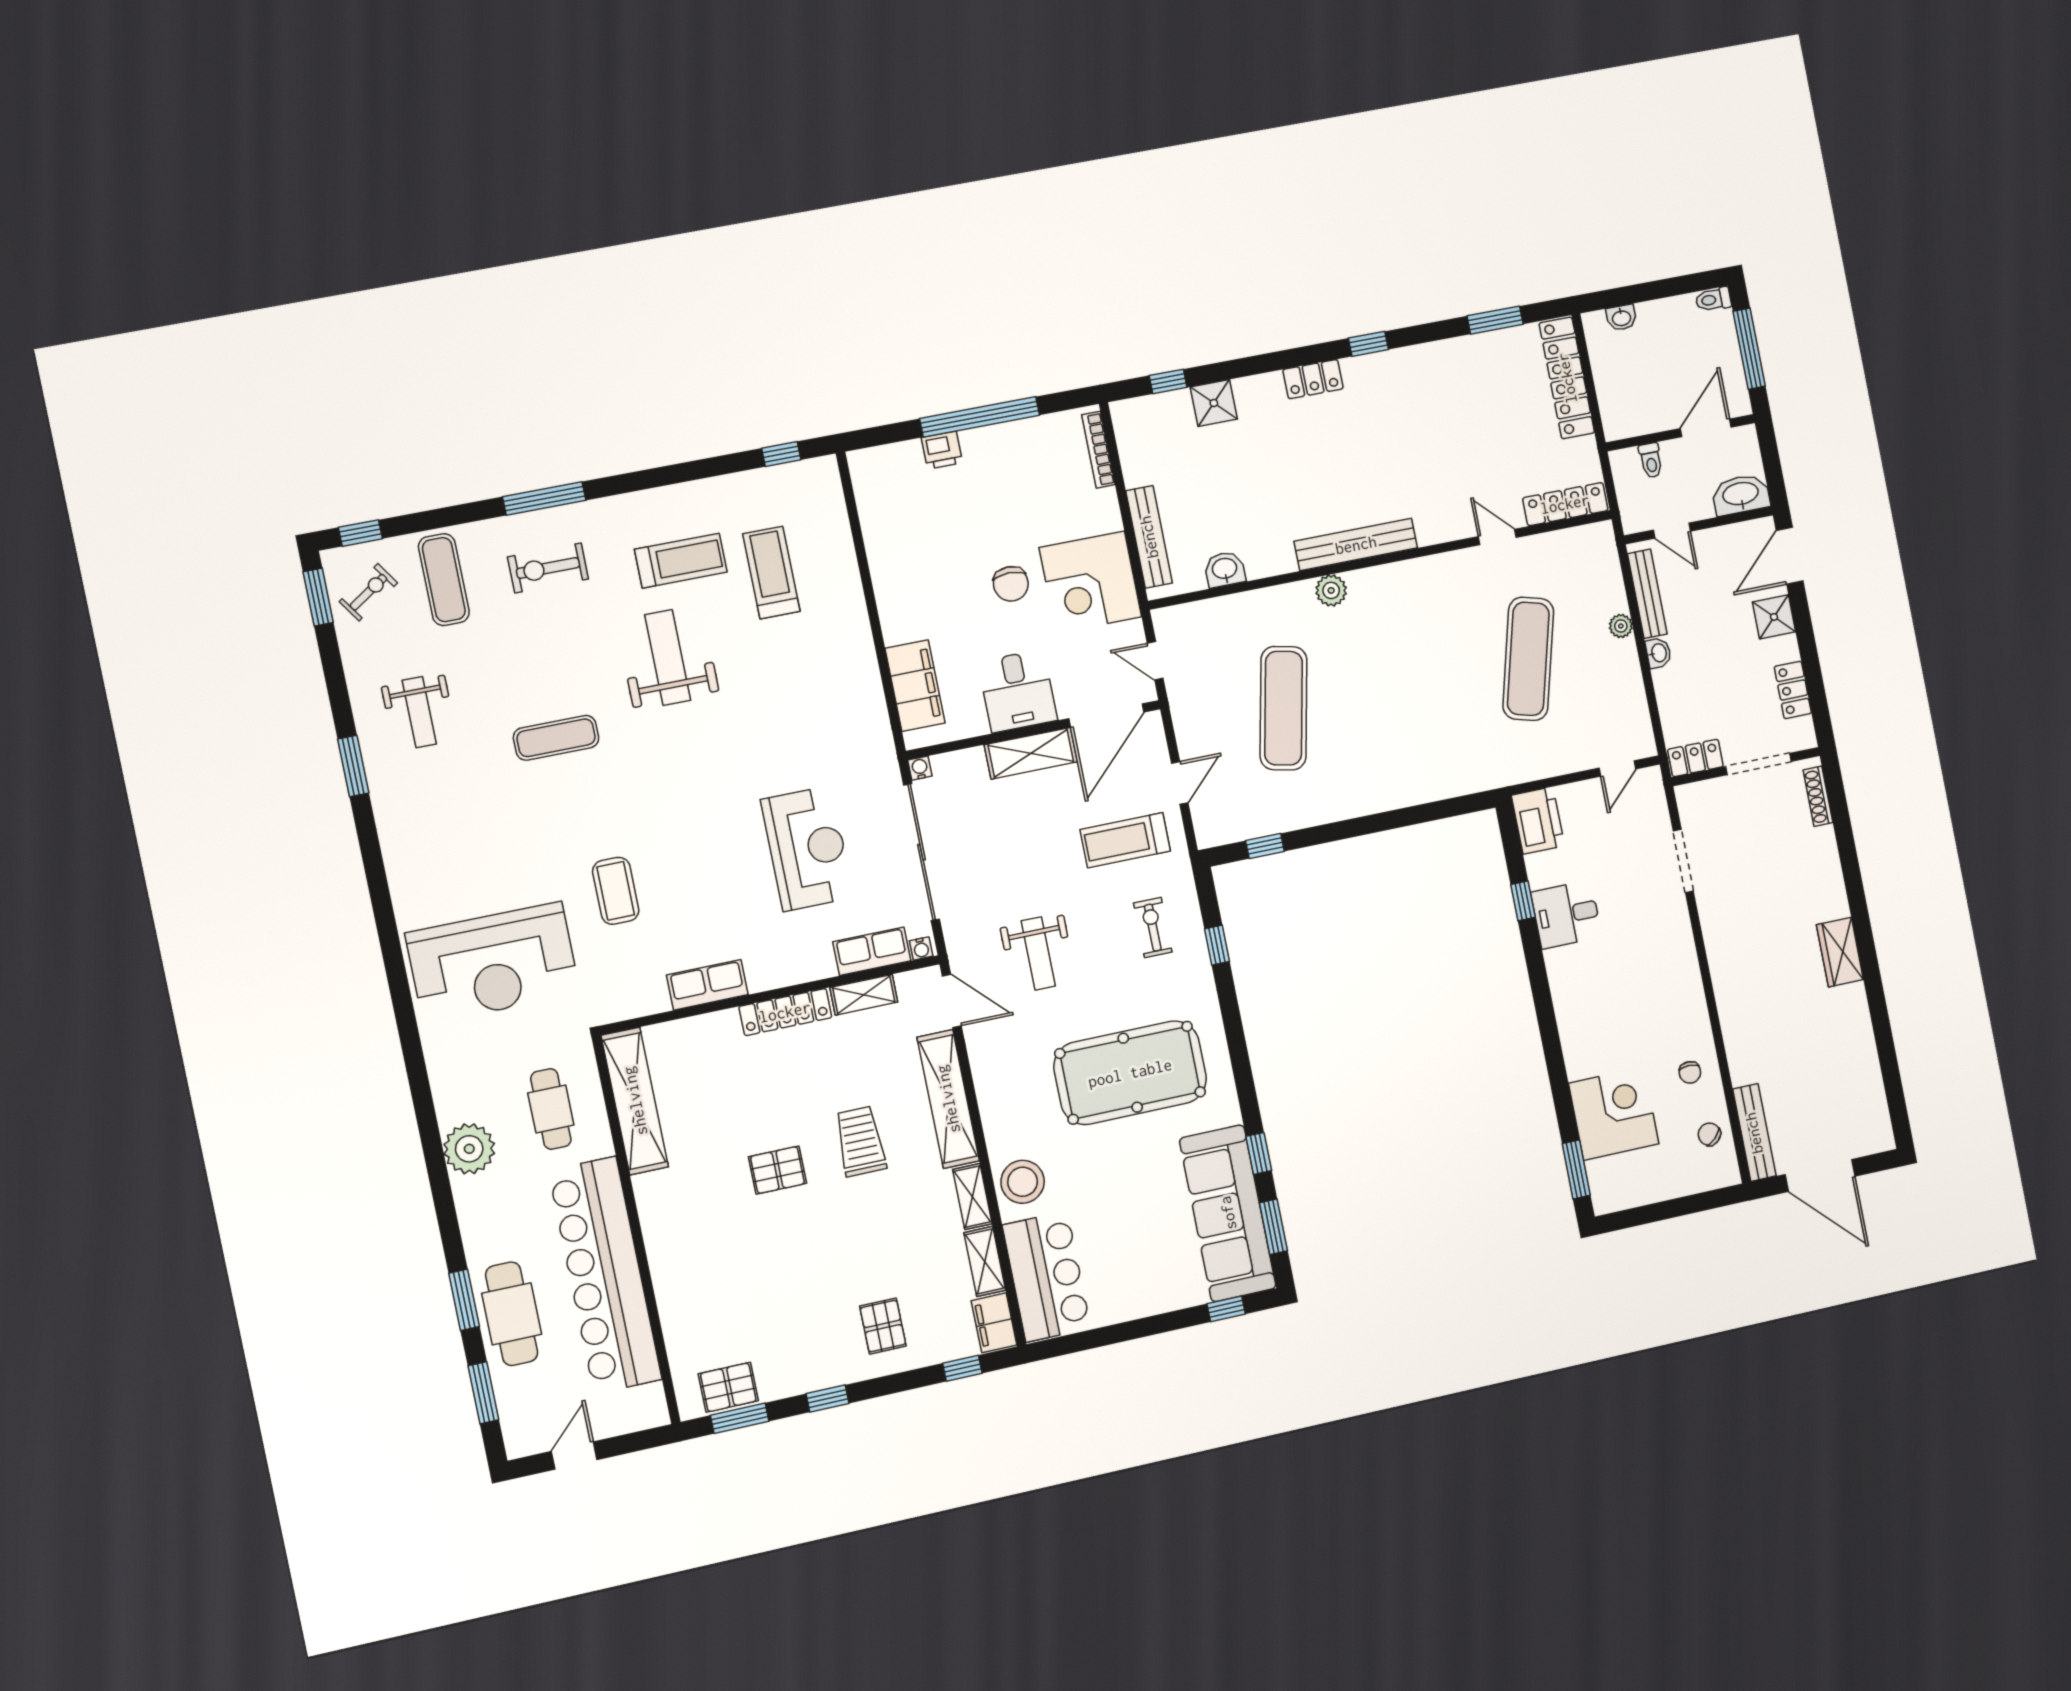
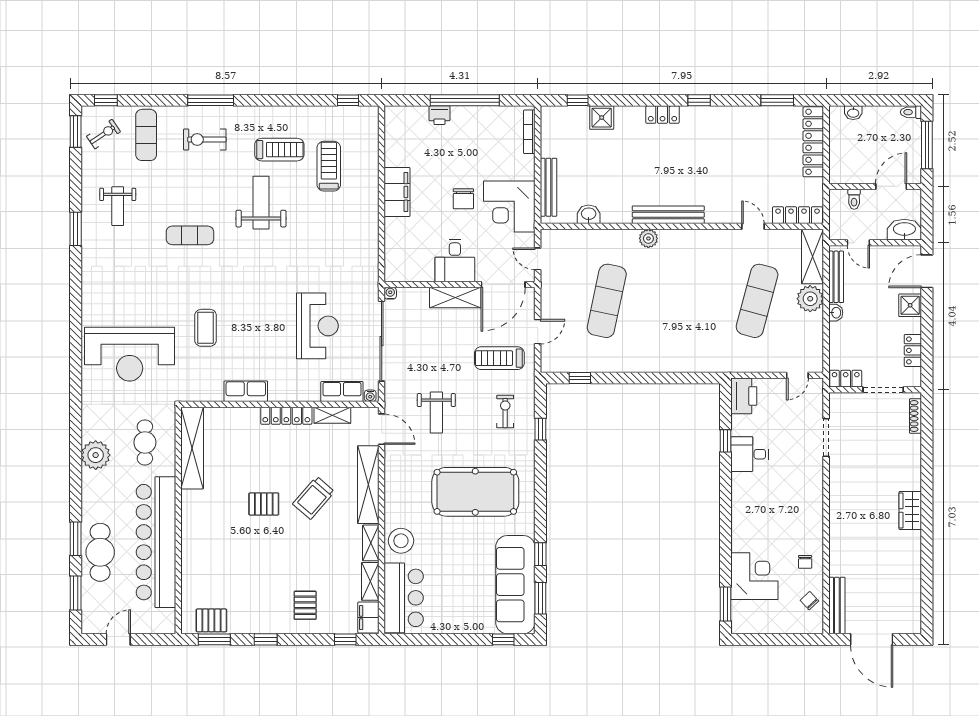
shelving: (1603, 568) -> (812, 257), added
plant: (1621, 626) -> (810, 299), width x1.87, depth x1.87
filing cabinet: (915, 686) -> (397, 192), moved
trolley: (860, 1141) -> (314, 498), turned -139

